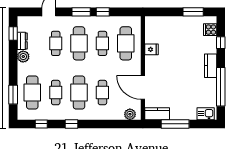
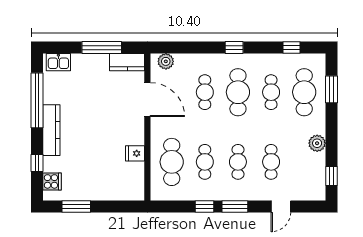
dresser: (22, 41) -> (319, 165), removed
cafe table: (79, 43) -> (238, 162), width x0.73, depth x0.74
kitchen counter: (211, 66) -> (51, 130), width x1.50
window: (72, 124) -> (234, 48), moved

